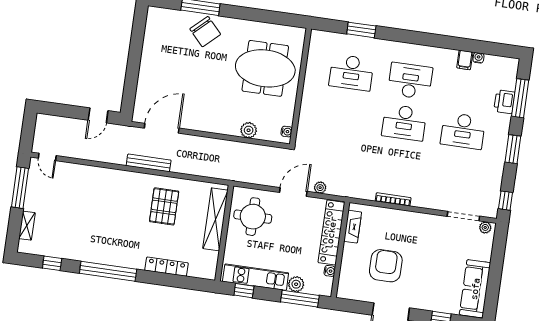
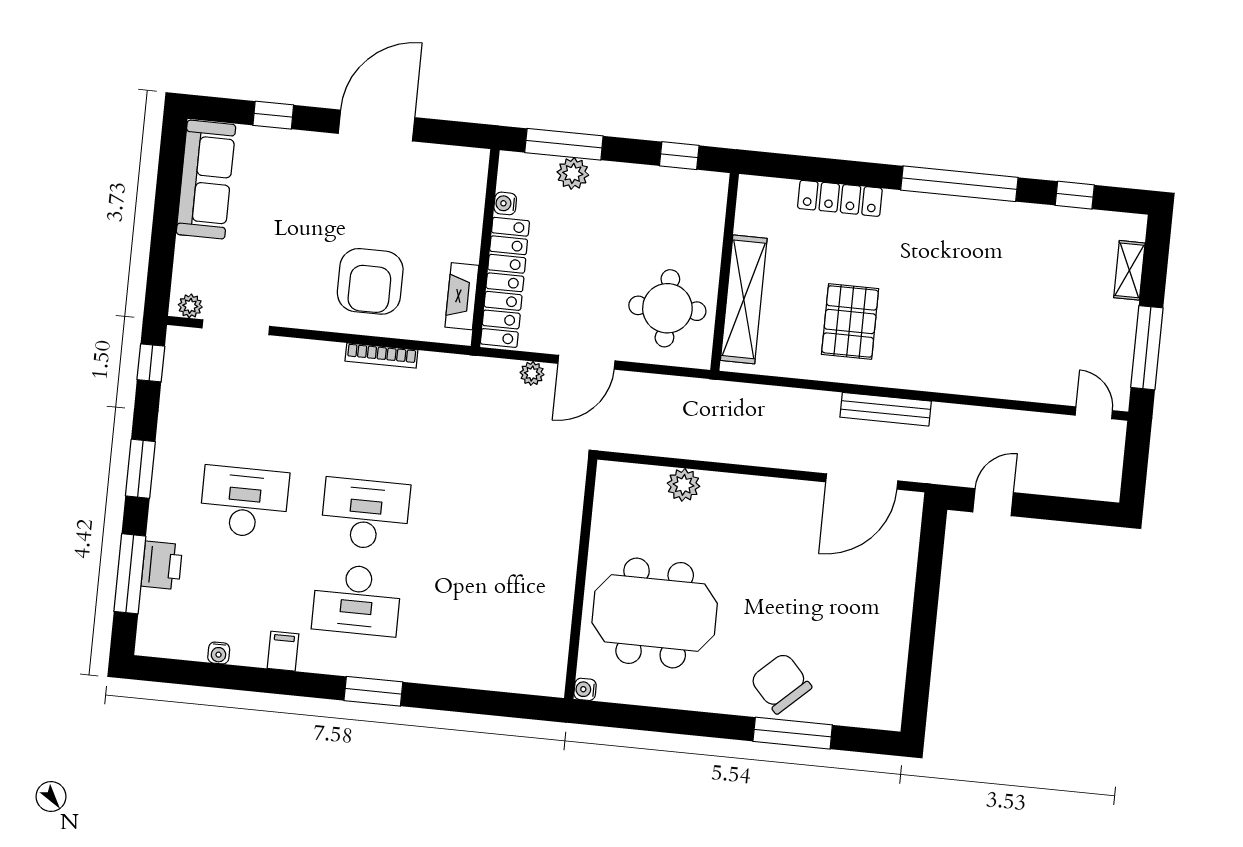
window: (361, 30) -> (373, 691), moved
filing cabinet: (465, 60) -> (283, 651), moved
desk: (351, 73) -> (478, 612), removed
water cooler: (287, 132) -> (585, 689), moved
armchair: (386, 266) -> (370, 281), moved
kitchen unit: (256, 277) -> (656, 184), removed

